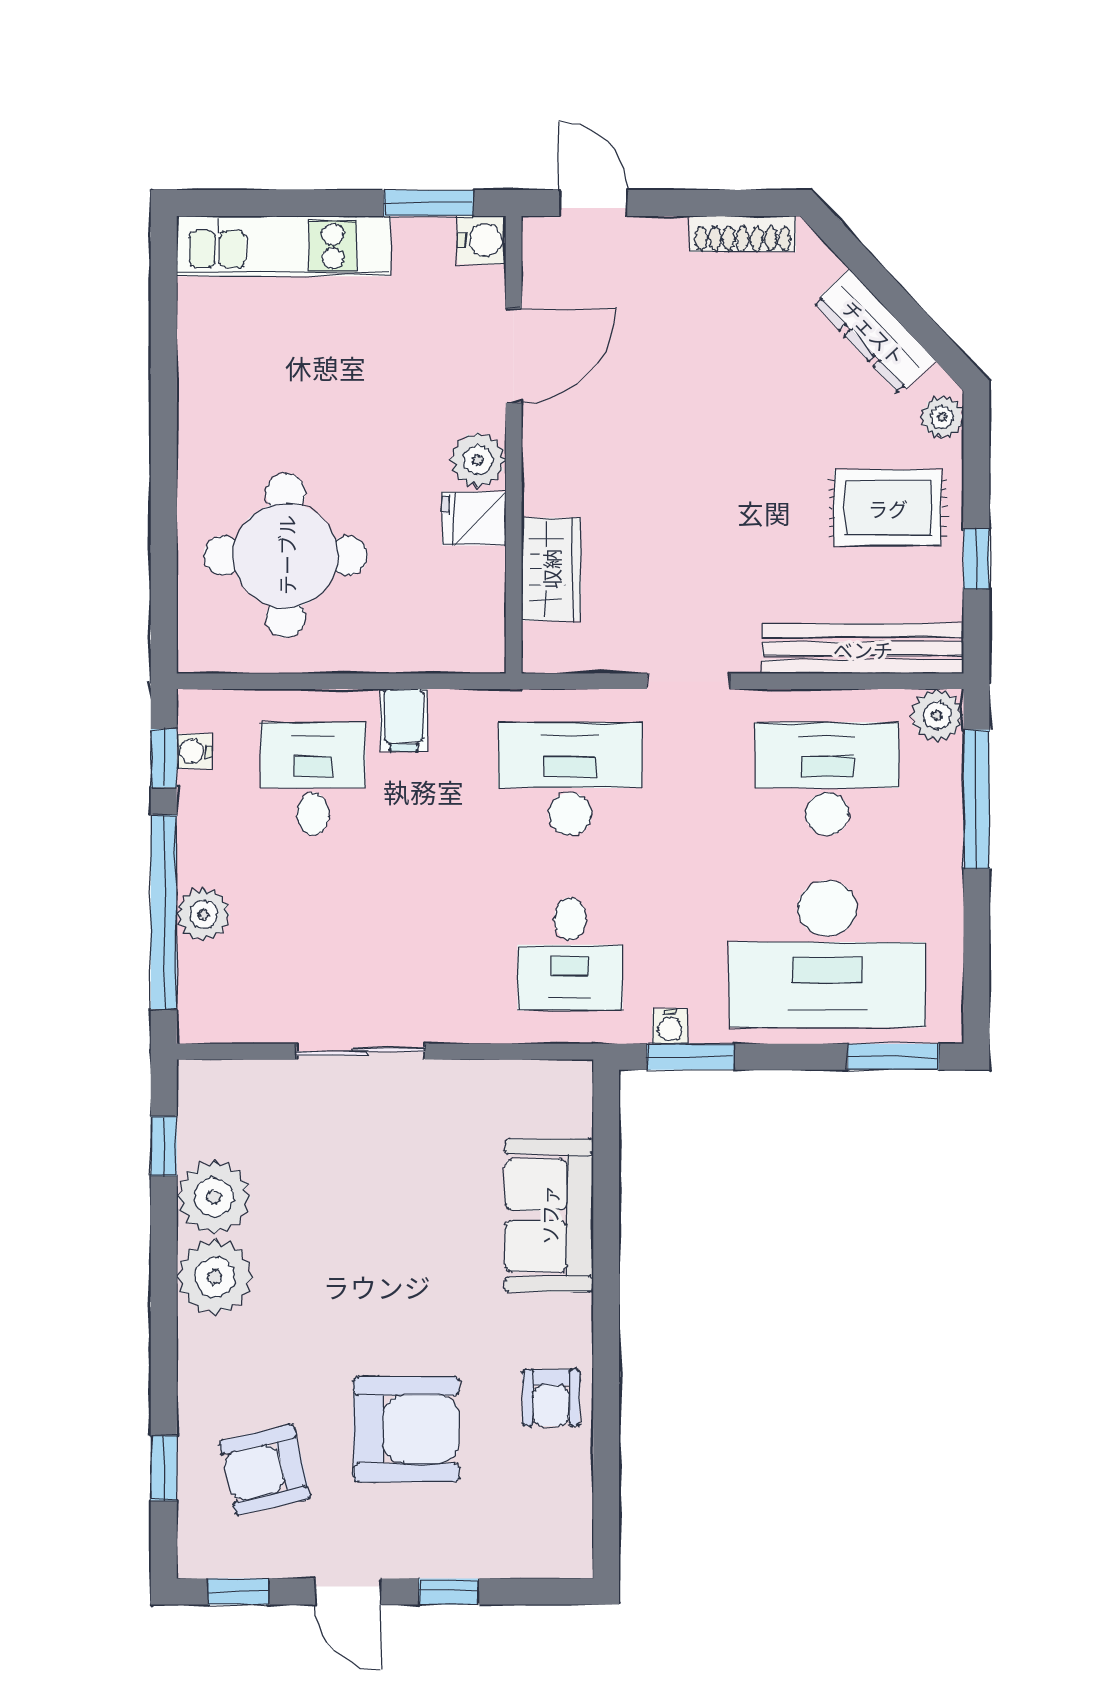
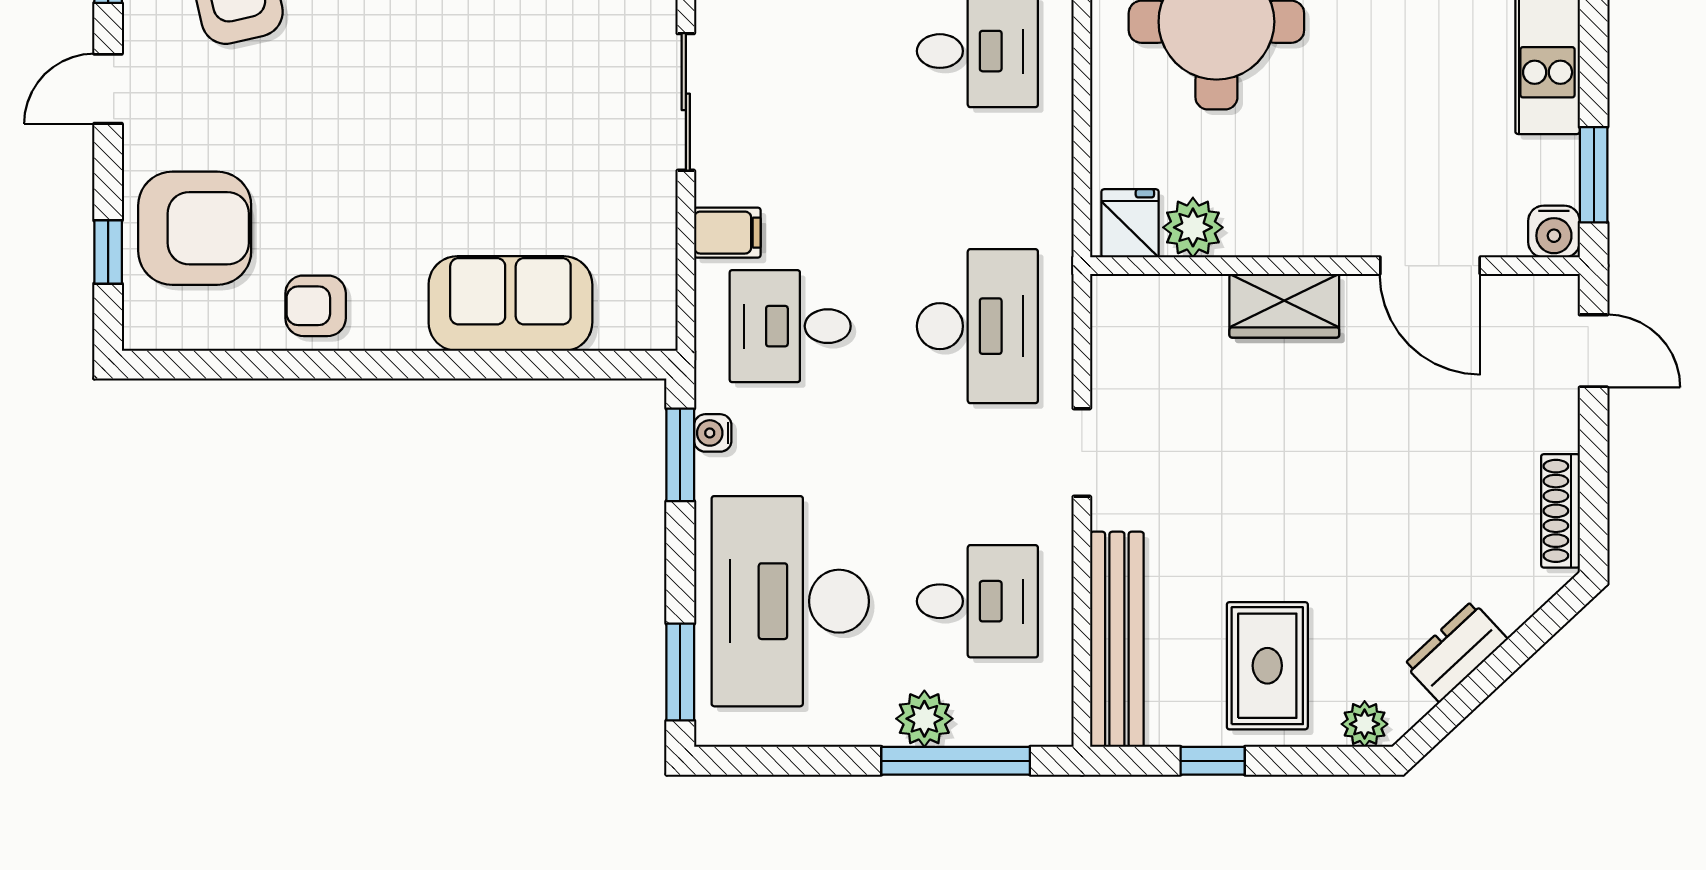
door: (593, 203) -> (1594, 351), hinge flipped
dresser: (874, 332) -> (1456, 652), width x0.70
plant: (478, 460) -> (1193, 227), moved
fridge: (474, 519) -> (1130, 223), moved
wardrobe: (551, 569) -> (1284, 306), moved
plant: (937, 715) -> (924, 719), moved
filing cabinet: (404, 720) -> (727, 233), moved, turned 180
desk: (827, 779) -> (977, 601), width x0.73
armchair: (406, 1429) -> (195, 228), moved, turned -90
window: (449, 1592) -> (108, 252), moved

